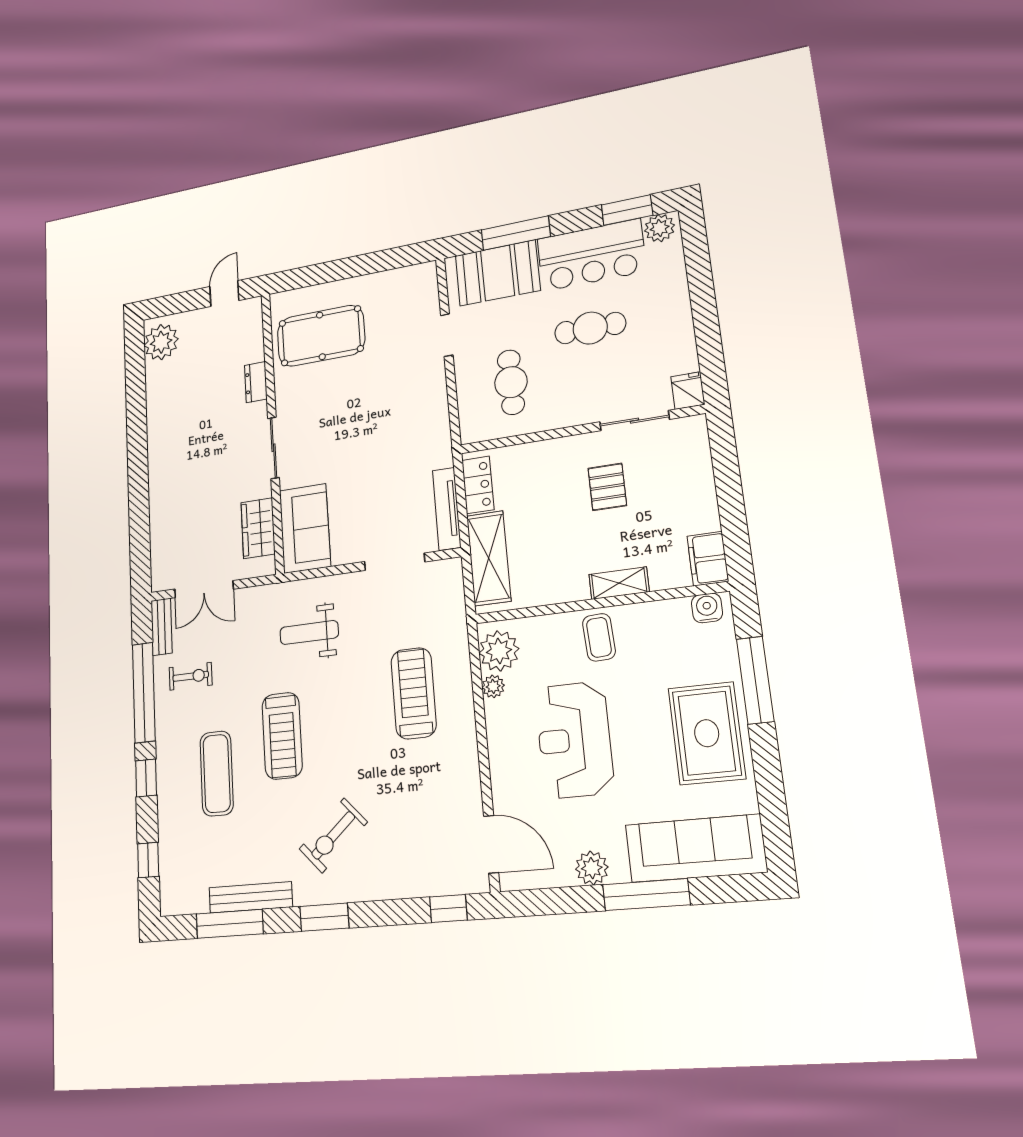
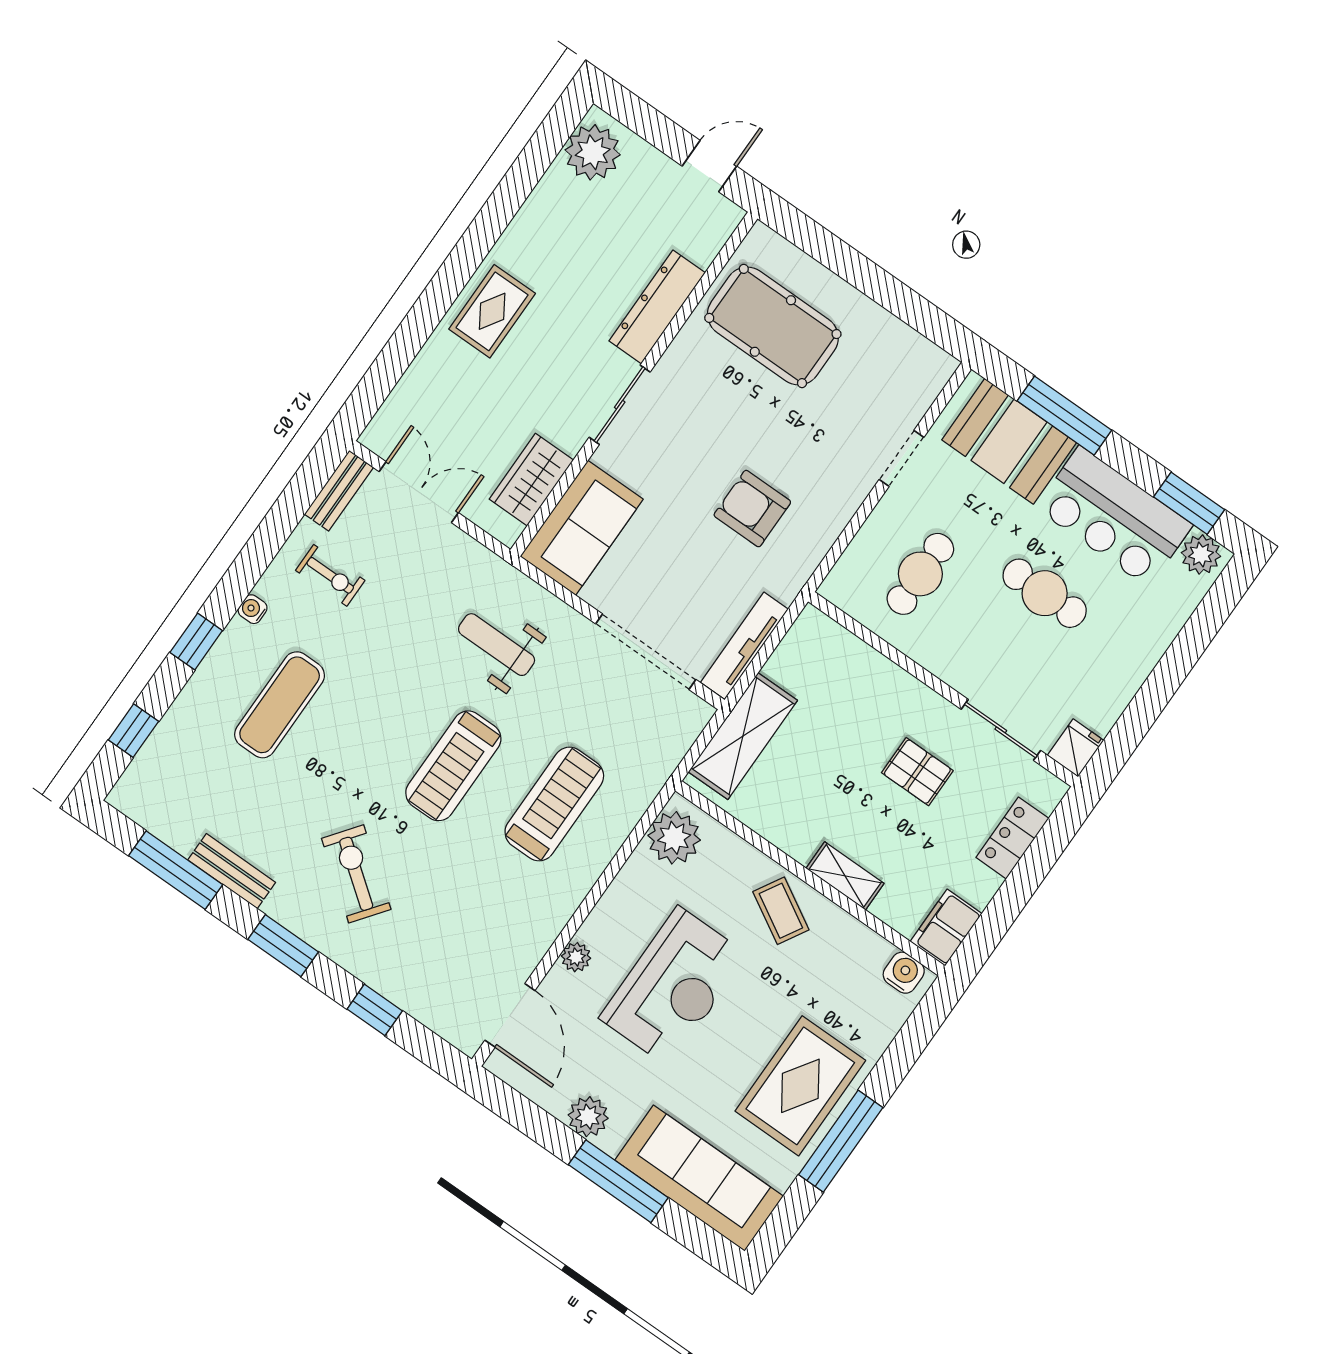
dresser: (256, 382) -> (657, 307), width x1.96, depth x1.24
armchair: (388, 434) -> (752, 509), added
rug: (171, 463) -> (492, 311), added
locker: (478, 485) -> (1012, 838), moved, turned 180
pallet: (607, 487) -> (917, 772), turned 90
doorway: (394, 562) -> (646, 652), width x1.36
double door: (204, 589) -> (419, 492), swing flipped
coffee table: (599, 637) -> (781, 911), turned -57
window: (755, 680) -> (841, 1141), moved
plant: (493, 686) -> (576, 957), moved
window: (144, 693) -> (263, 546), removed
water cooler: (163, 732) -> (253, 609), added
treadmill: (282, 736) -> (453, 766), moved
reception desk: (574, 740) -> (673, 986), turned 180
exercise bike: (333, 835) -> (356, 874), turned 79
bench: (251, 897) -> (232, 871), width x0.73
window: (448, 908) -> (375, 1010), moved

